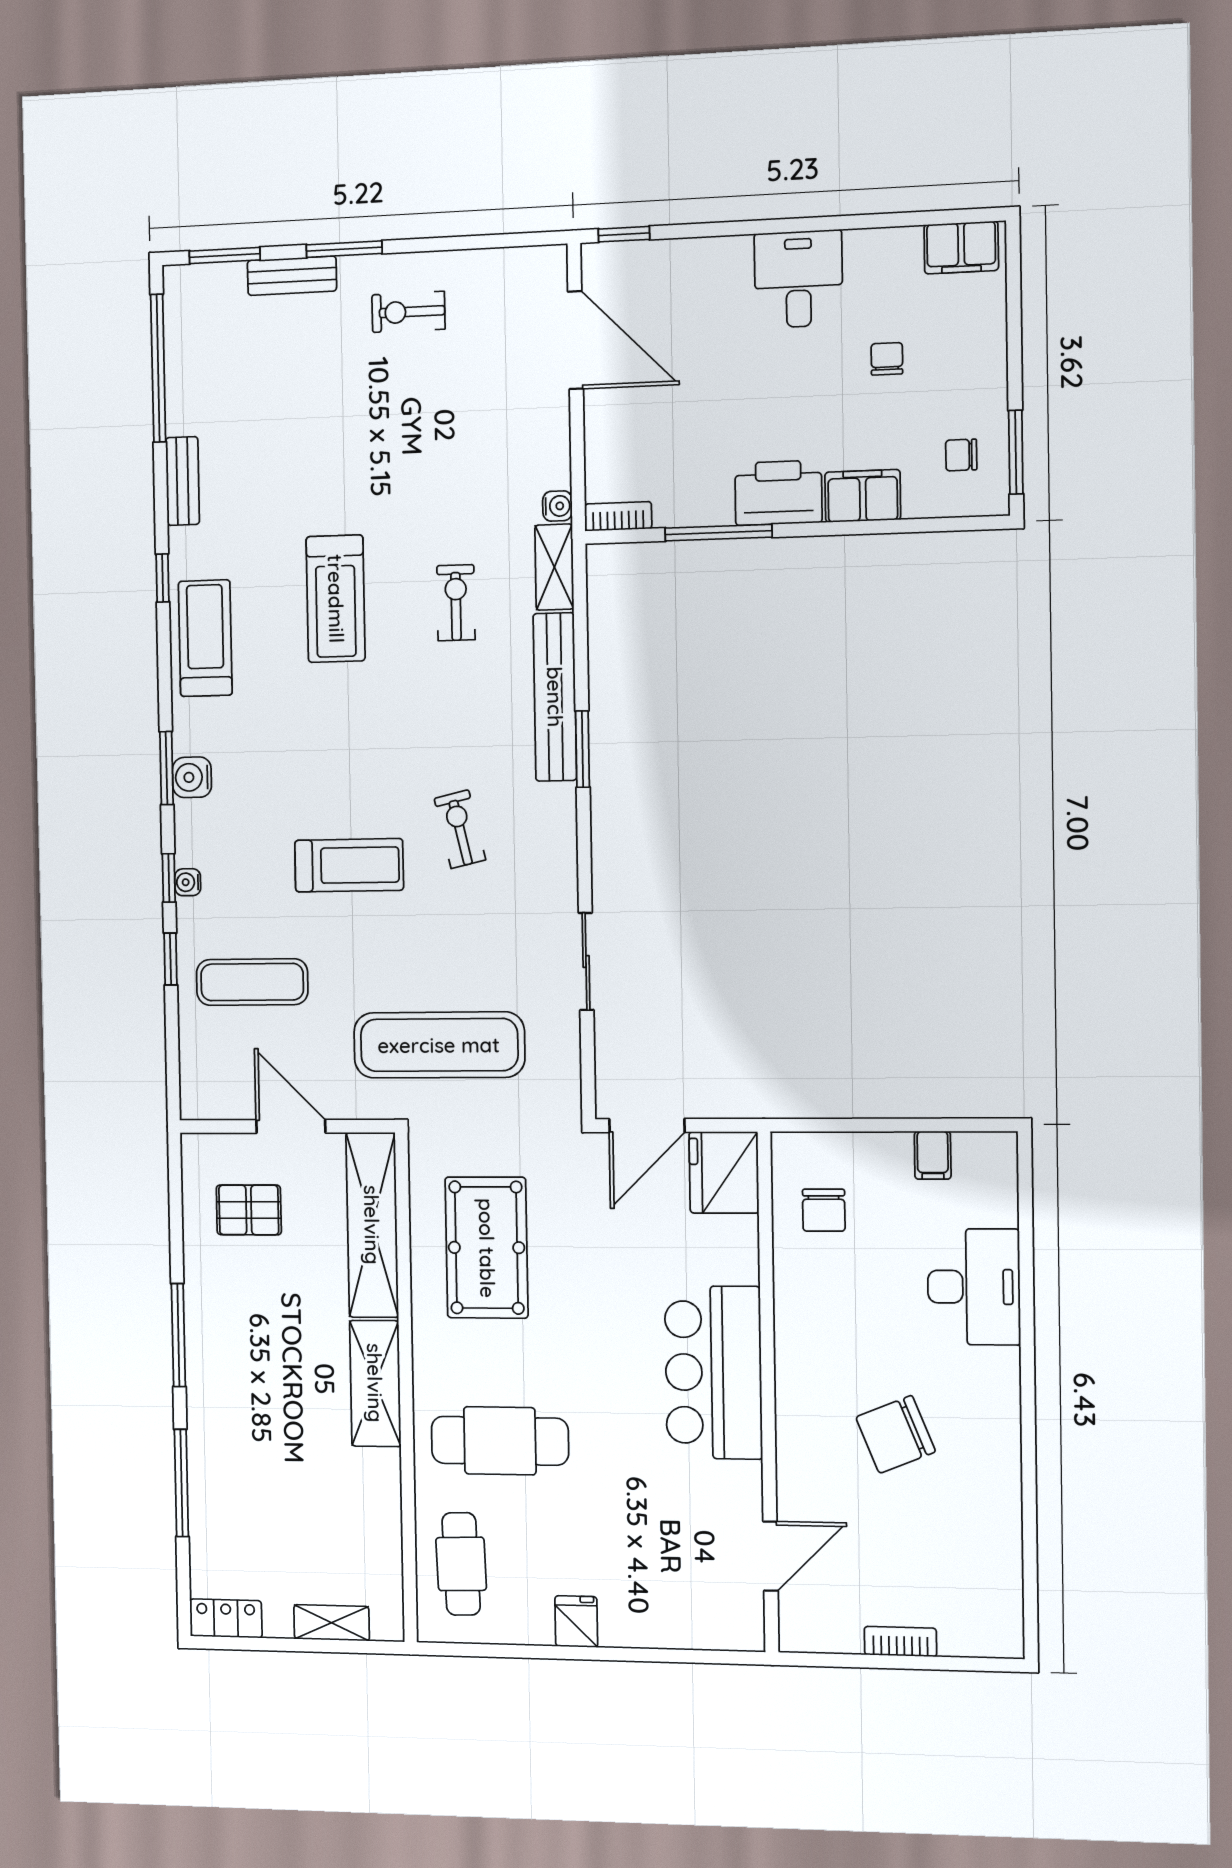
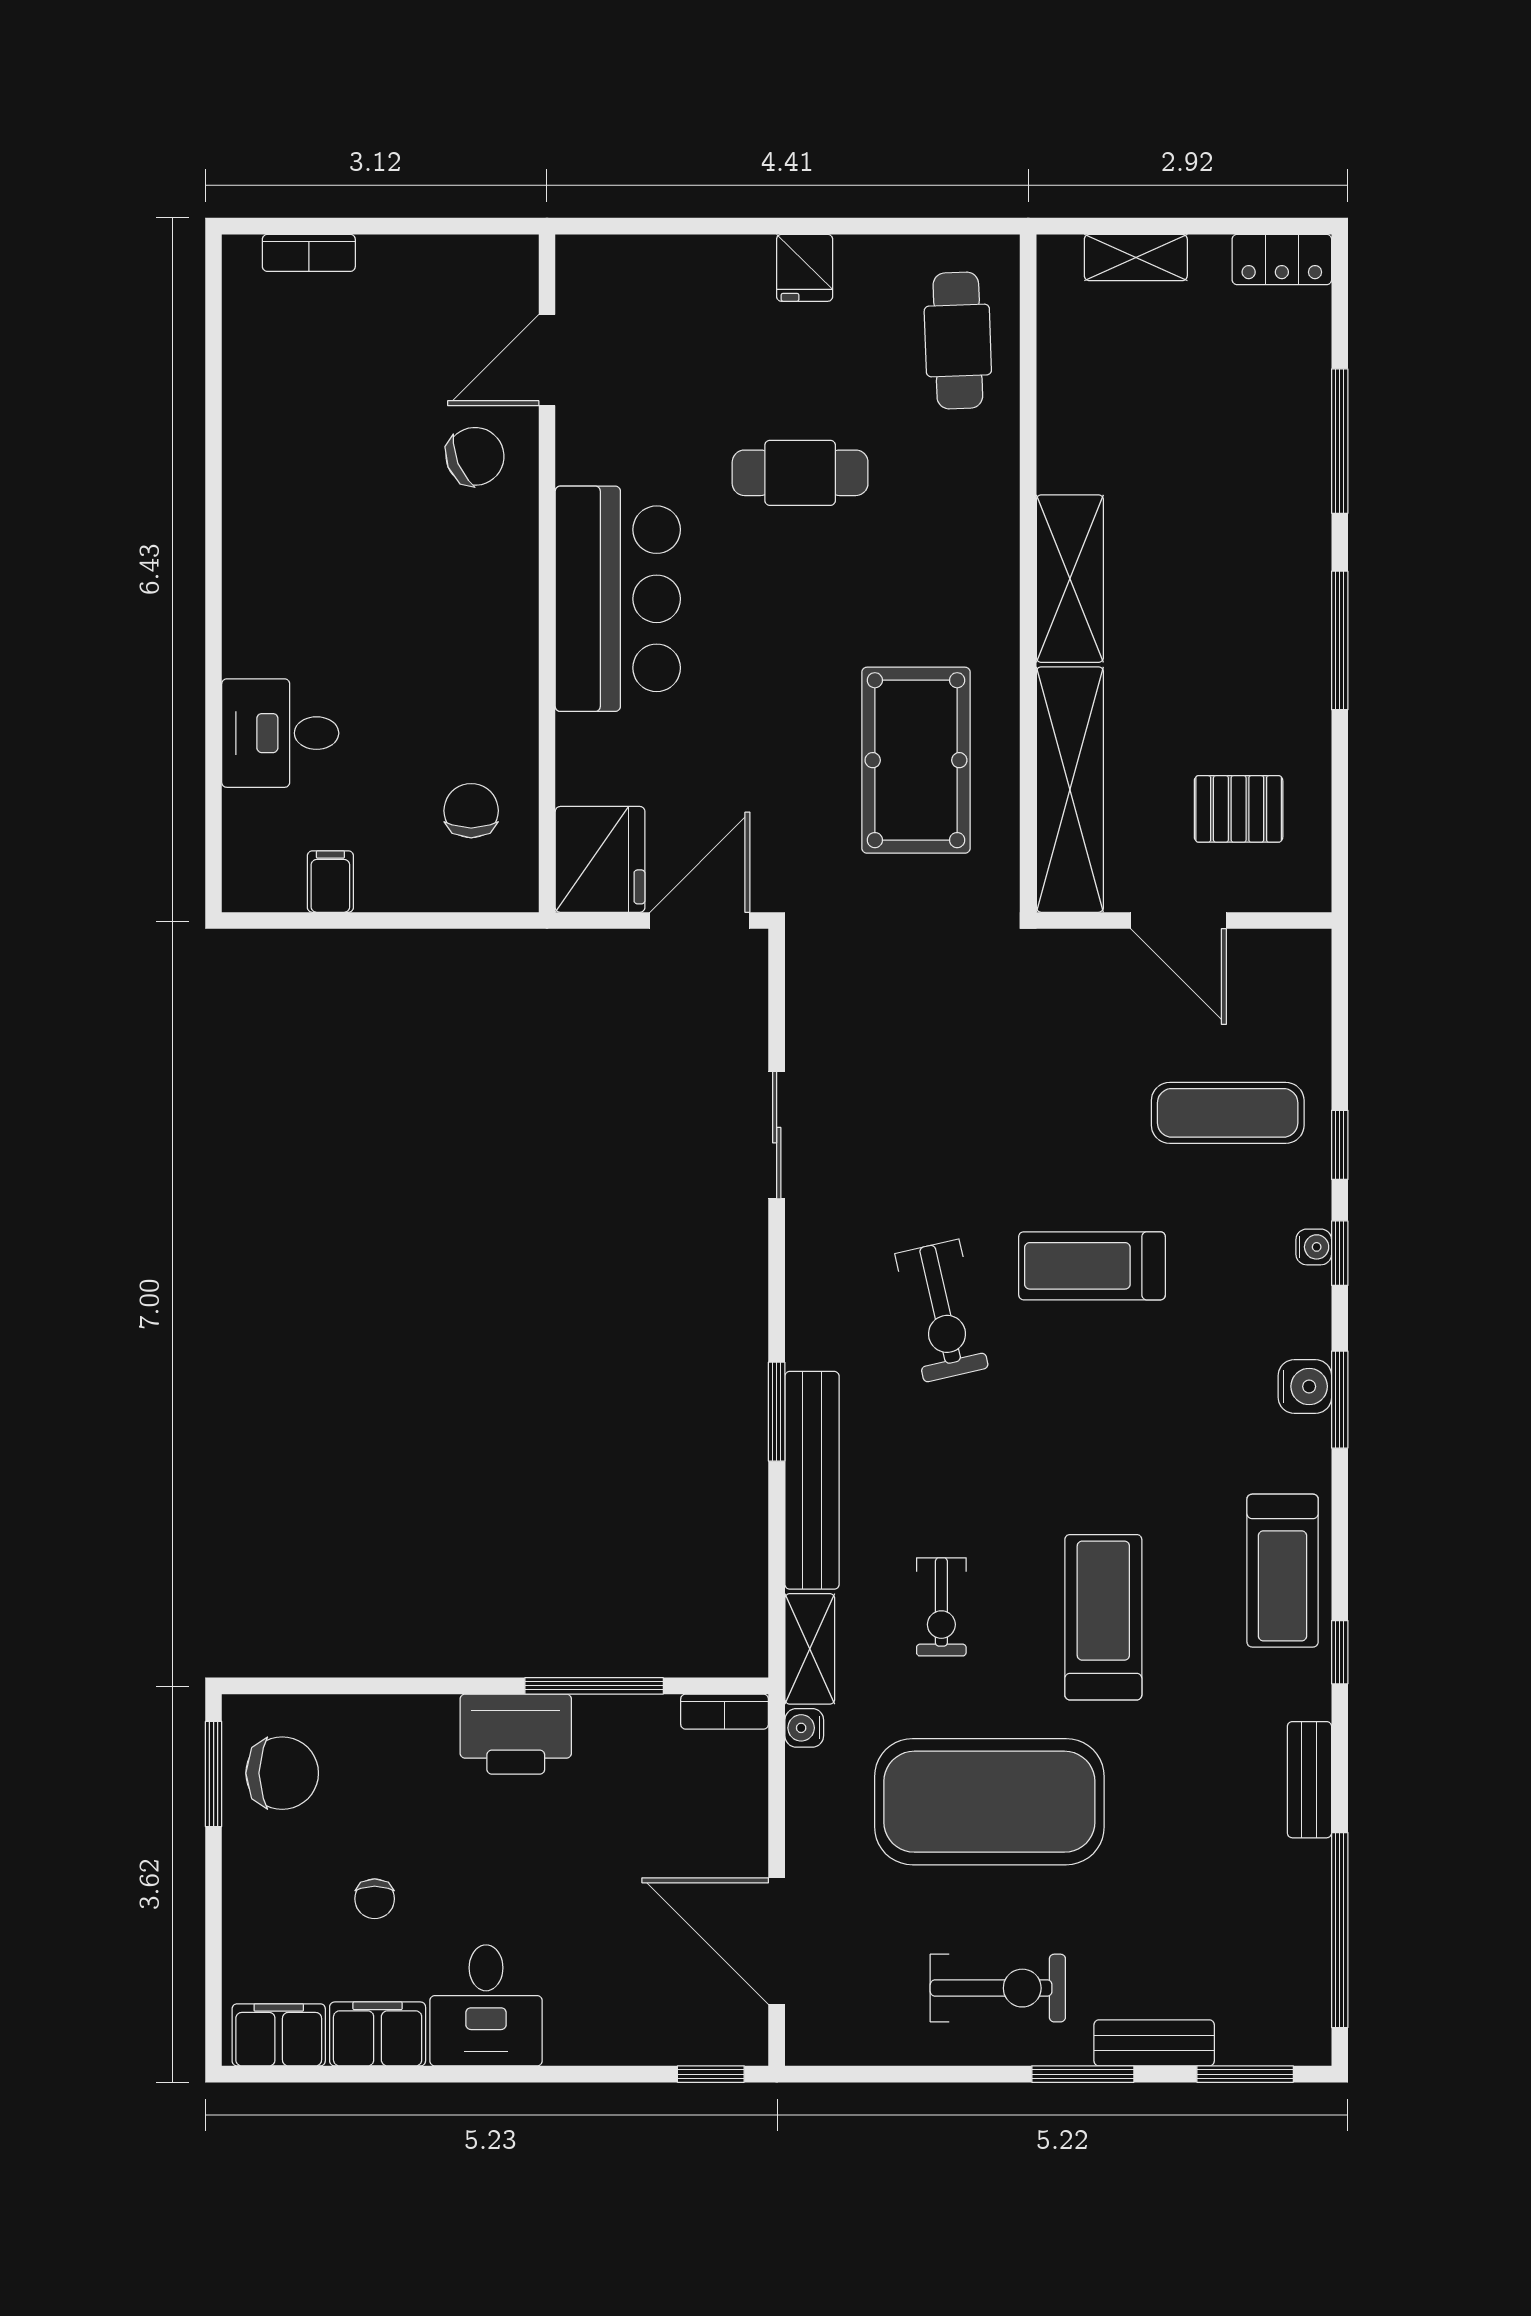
exercise bike: (408, 312) -> (998, 1988), width x1.38, depth x1.39
chair: (961, 455) -> (282, 1773), width x1.87, depth x1.87
filing cabinet: (863, 496) -> (378, 2034), moved, turned 180
exercise bike: (460, 829) -> (942, 1311), width x1.38, depth x1.39
exercise mat: (439, 1045) -> (989, 1802), moved, width x1.47
desk: (974, 1287) -> (280, 733), width x0.73
chair: (896, 1434) -> (475, 456), moved, width x0.73, depth x0.73
cafe table: (500, 1441) -> (800, 473), moved, width x0.73, depth x0.74
bookcase: (900, 1642) -> (309, 253), moved

